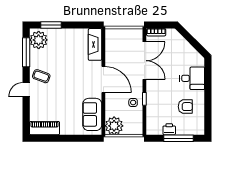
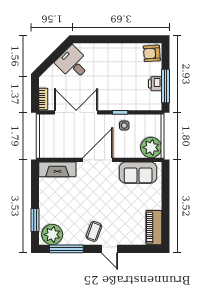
desk: (192, 78) -> (73, 63), moved, turned -45
armchair: (185, 107) -> (152, 53), moved, turned -94
window: (178, 138) -> (165, 86), moved

